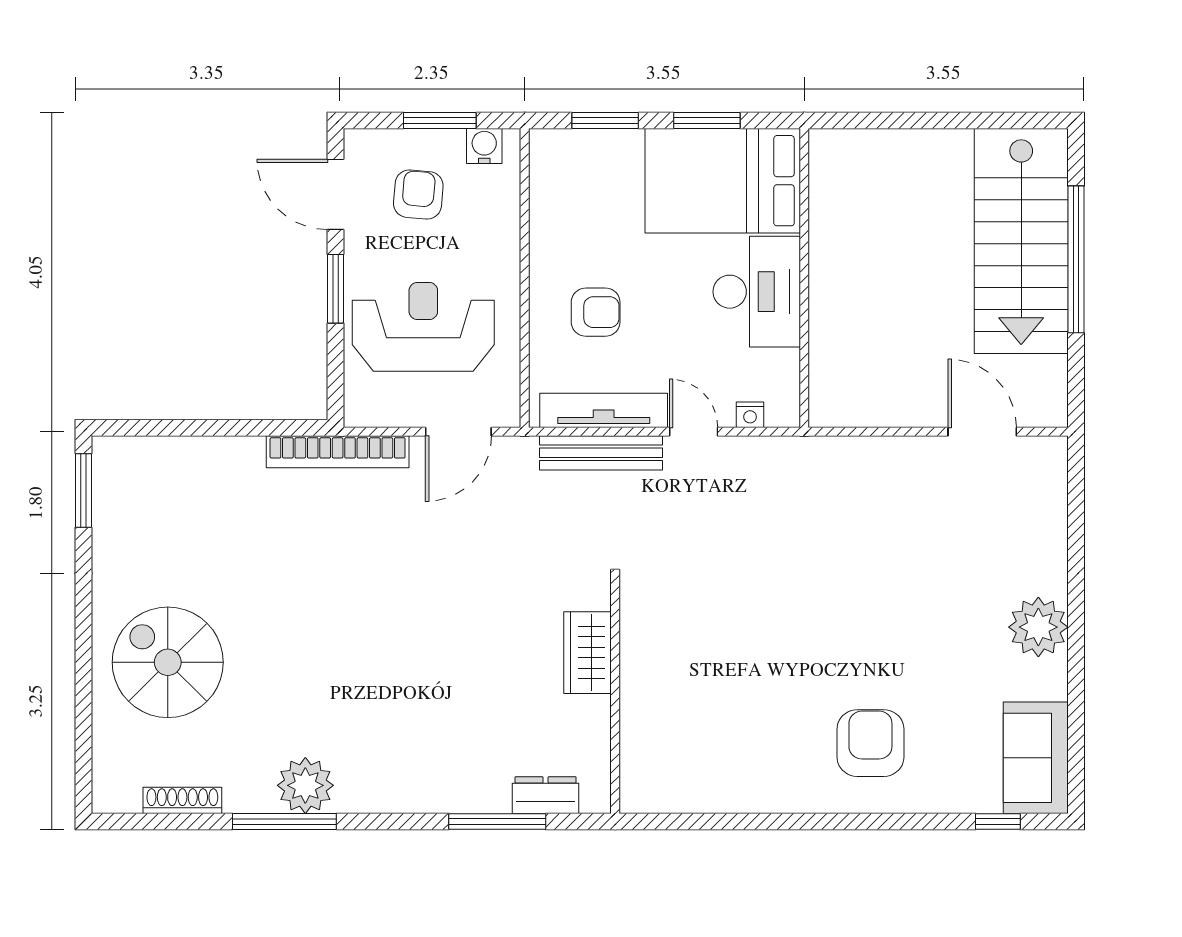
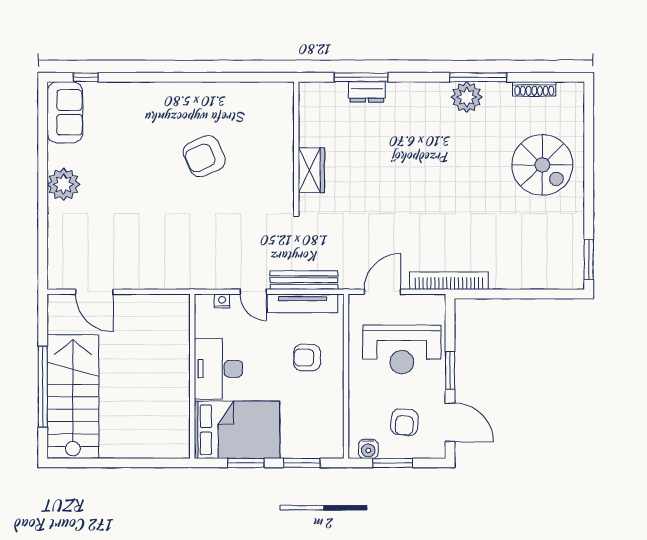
armchair: (870, 743) -> (204, 156), moved, turned 66
dresser: (546, 795) -> (367, 92), moved

